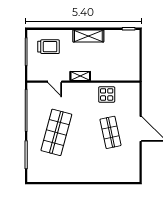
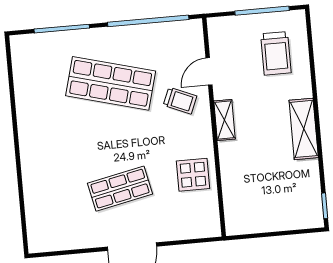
trolley: (68, 98) -> (180, 101), added

